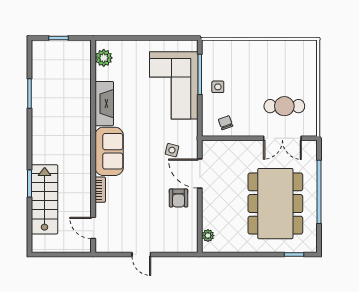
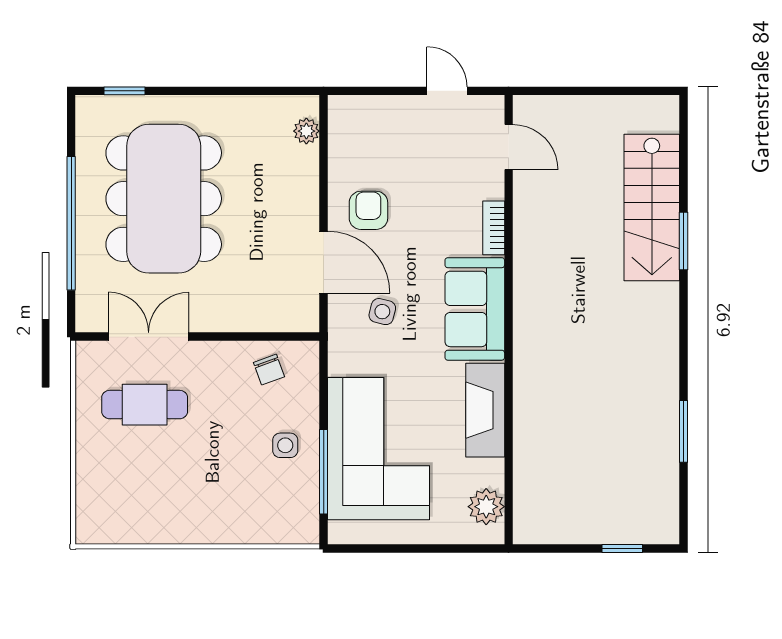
plant: (104, 58) -> (486, 507), moved
fireplace: (104, 104) -> (485, 410), moved
wall: (93, 146) -> (509, 320), moved
sofa: (109, 151) -> (475, 309), moved
bookcase: (100, 190) -> (494, 228), moved
door: (93, 228) -> (509, 147), moved

